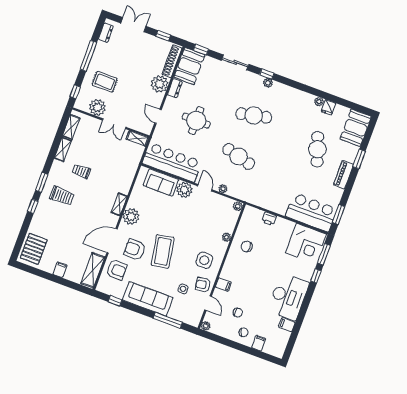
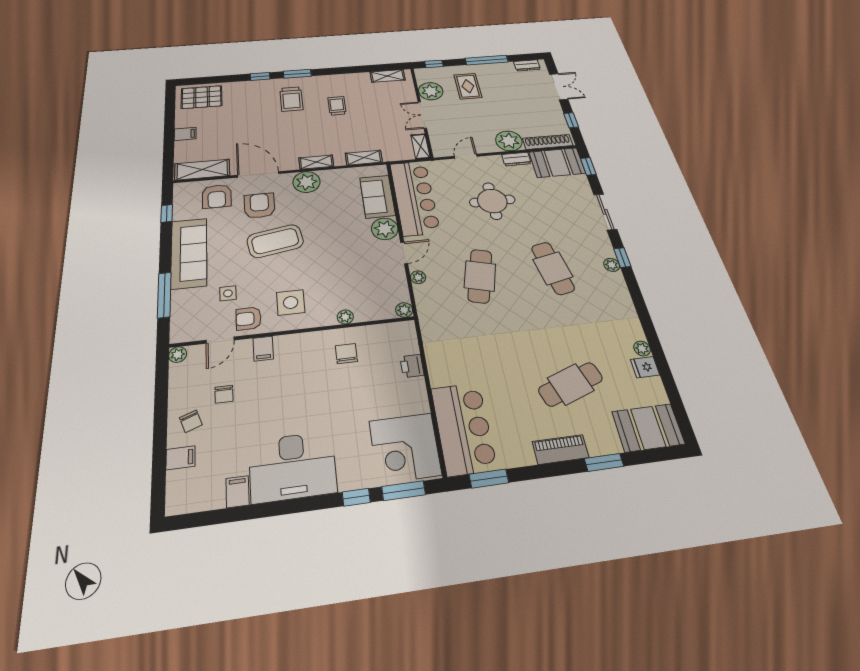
shelving: (63, 149) -> (364, 158), moved
armchair: (203, 285) -> (249, 319), turned -81

